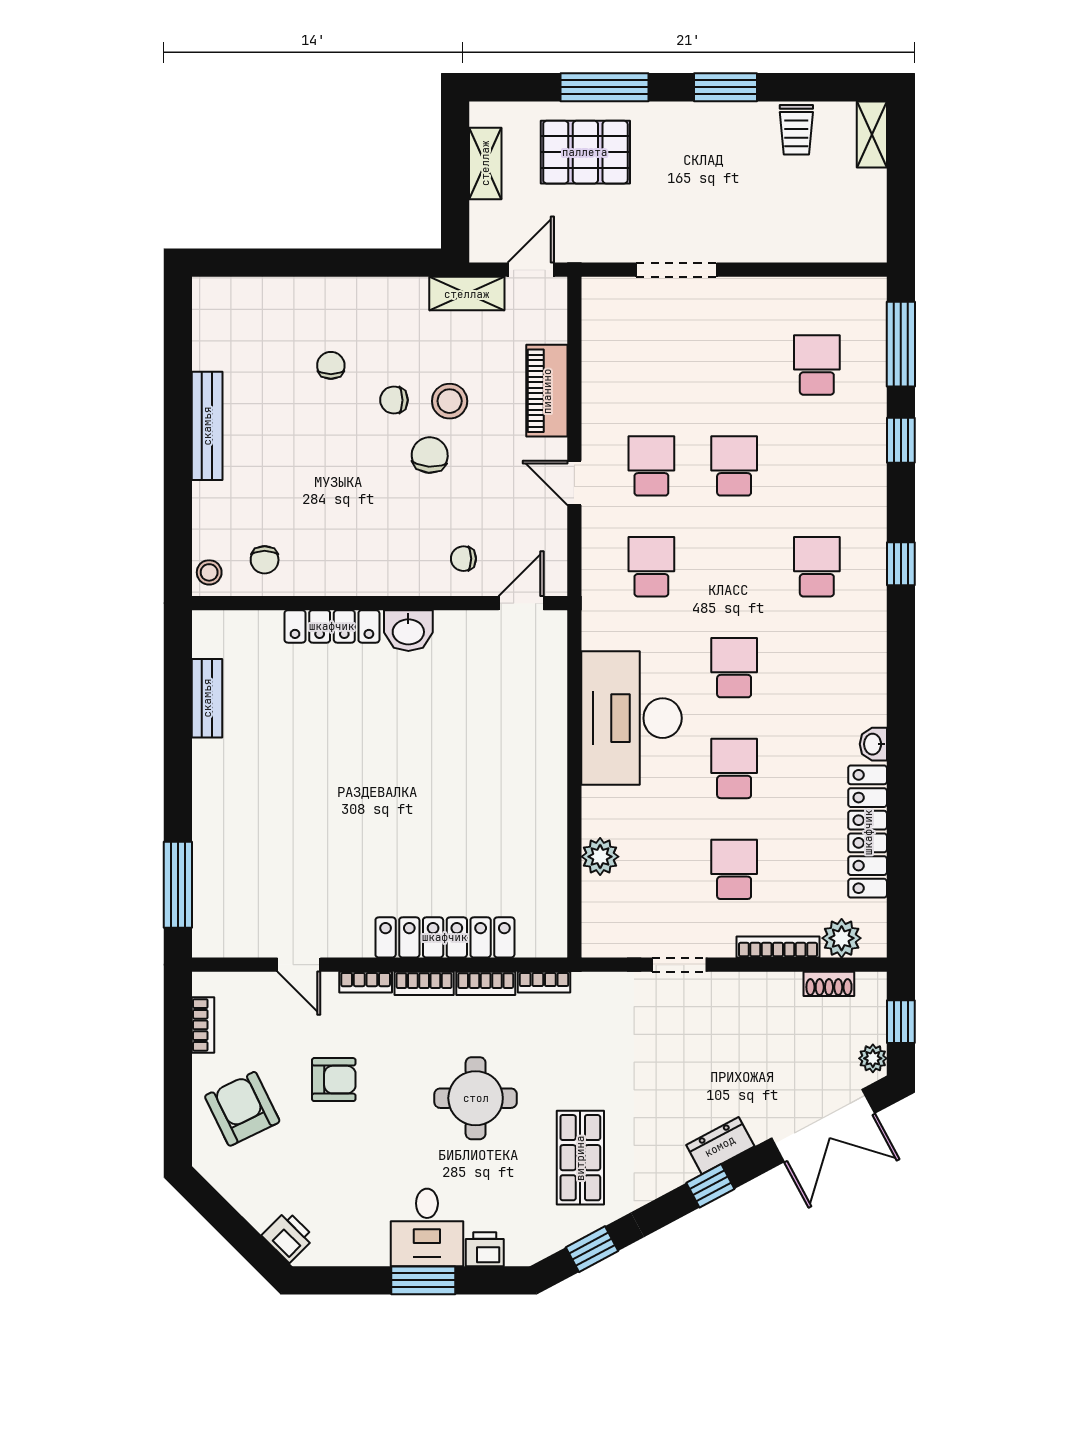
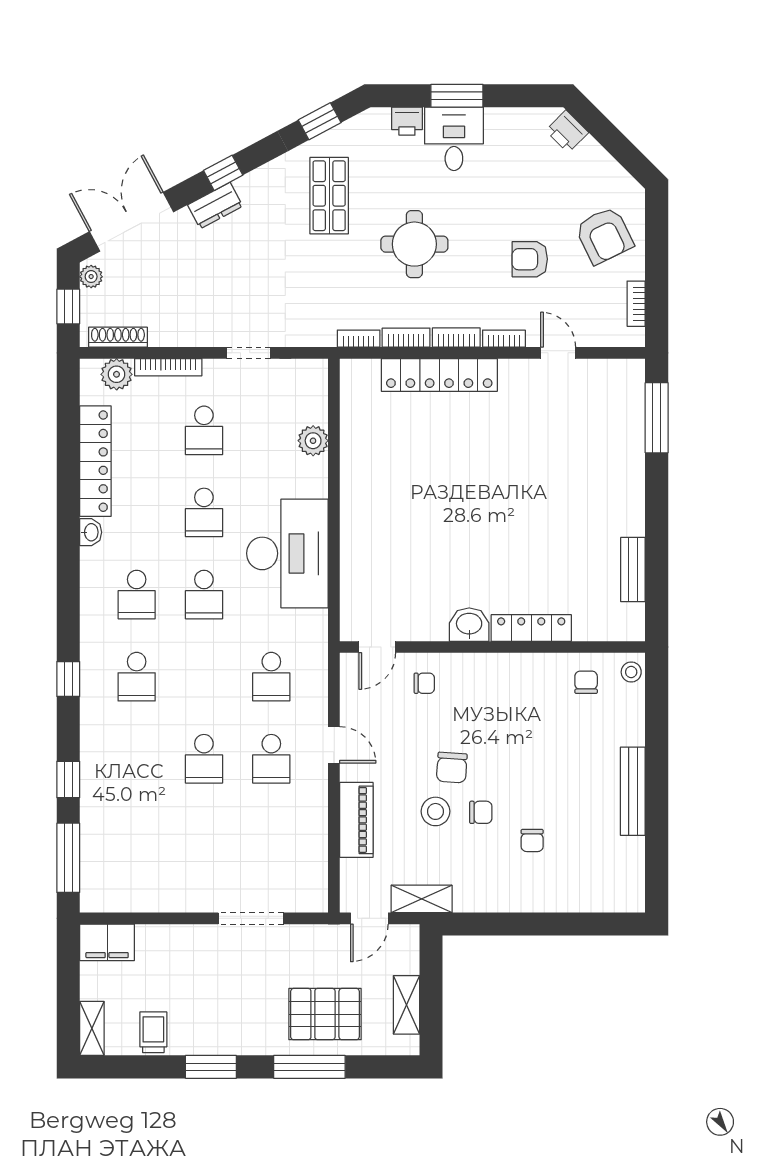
filing cabinet: (853, 240) -> (107, 942), added
school desk: (817, 365) -> (137, 595), moved
shoe rack: (829, 984) -> (118, 337), width x1.43

